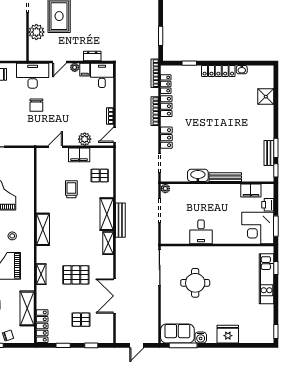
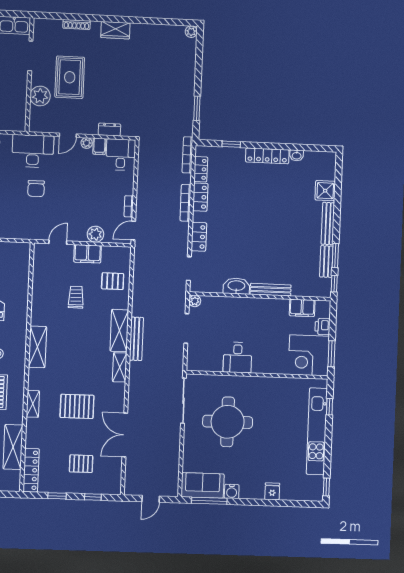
bench: (269, 123) -> (328, 223), added
kitchen unit: (267, 279) -> (317, 431), width x1.36
round table: (195, 283) -> (228, 422), width x1.36, depth x1.36
fridge: (228, 334) -> (272, 491), width x0.53, depth x0.75

